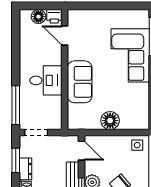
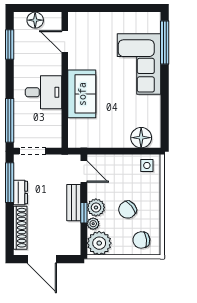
printer: (54, 16) -> (53, 20), removed
window: (16, 38) -> (10, 45), added
floor lamp: (110, 121) -> (141, 138), moved
window: (16, 160) -> (10, 183), width x1.44

